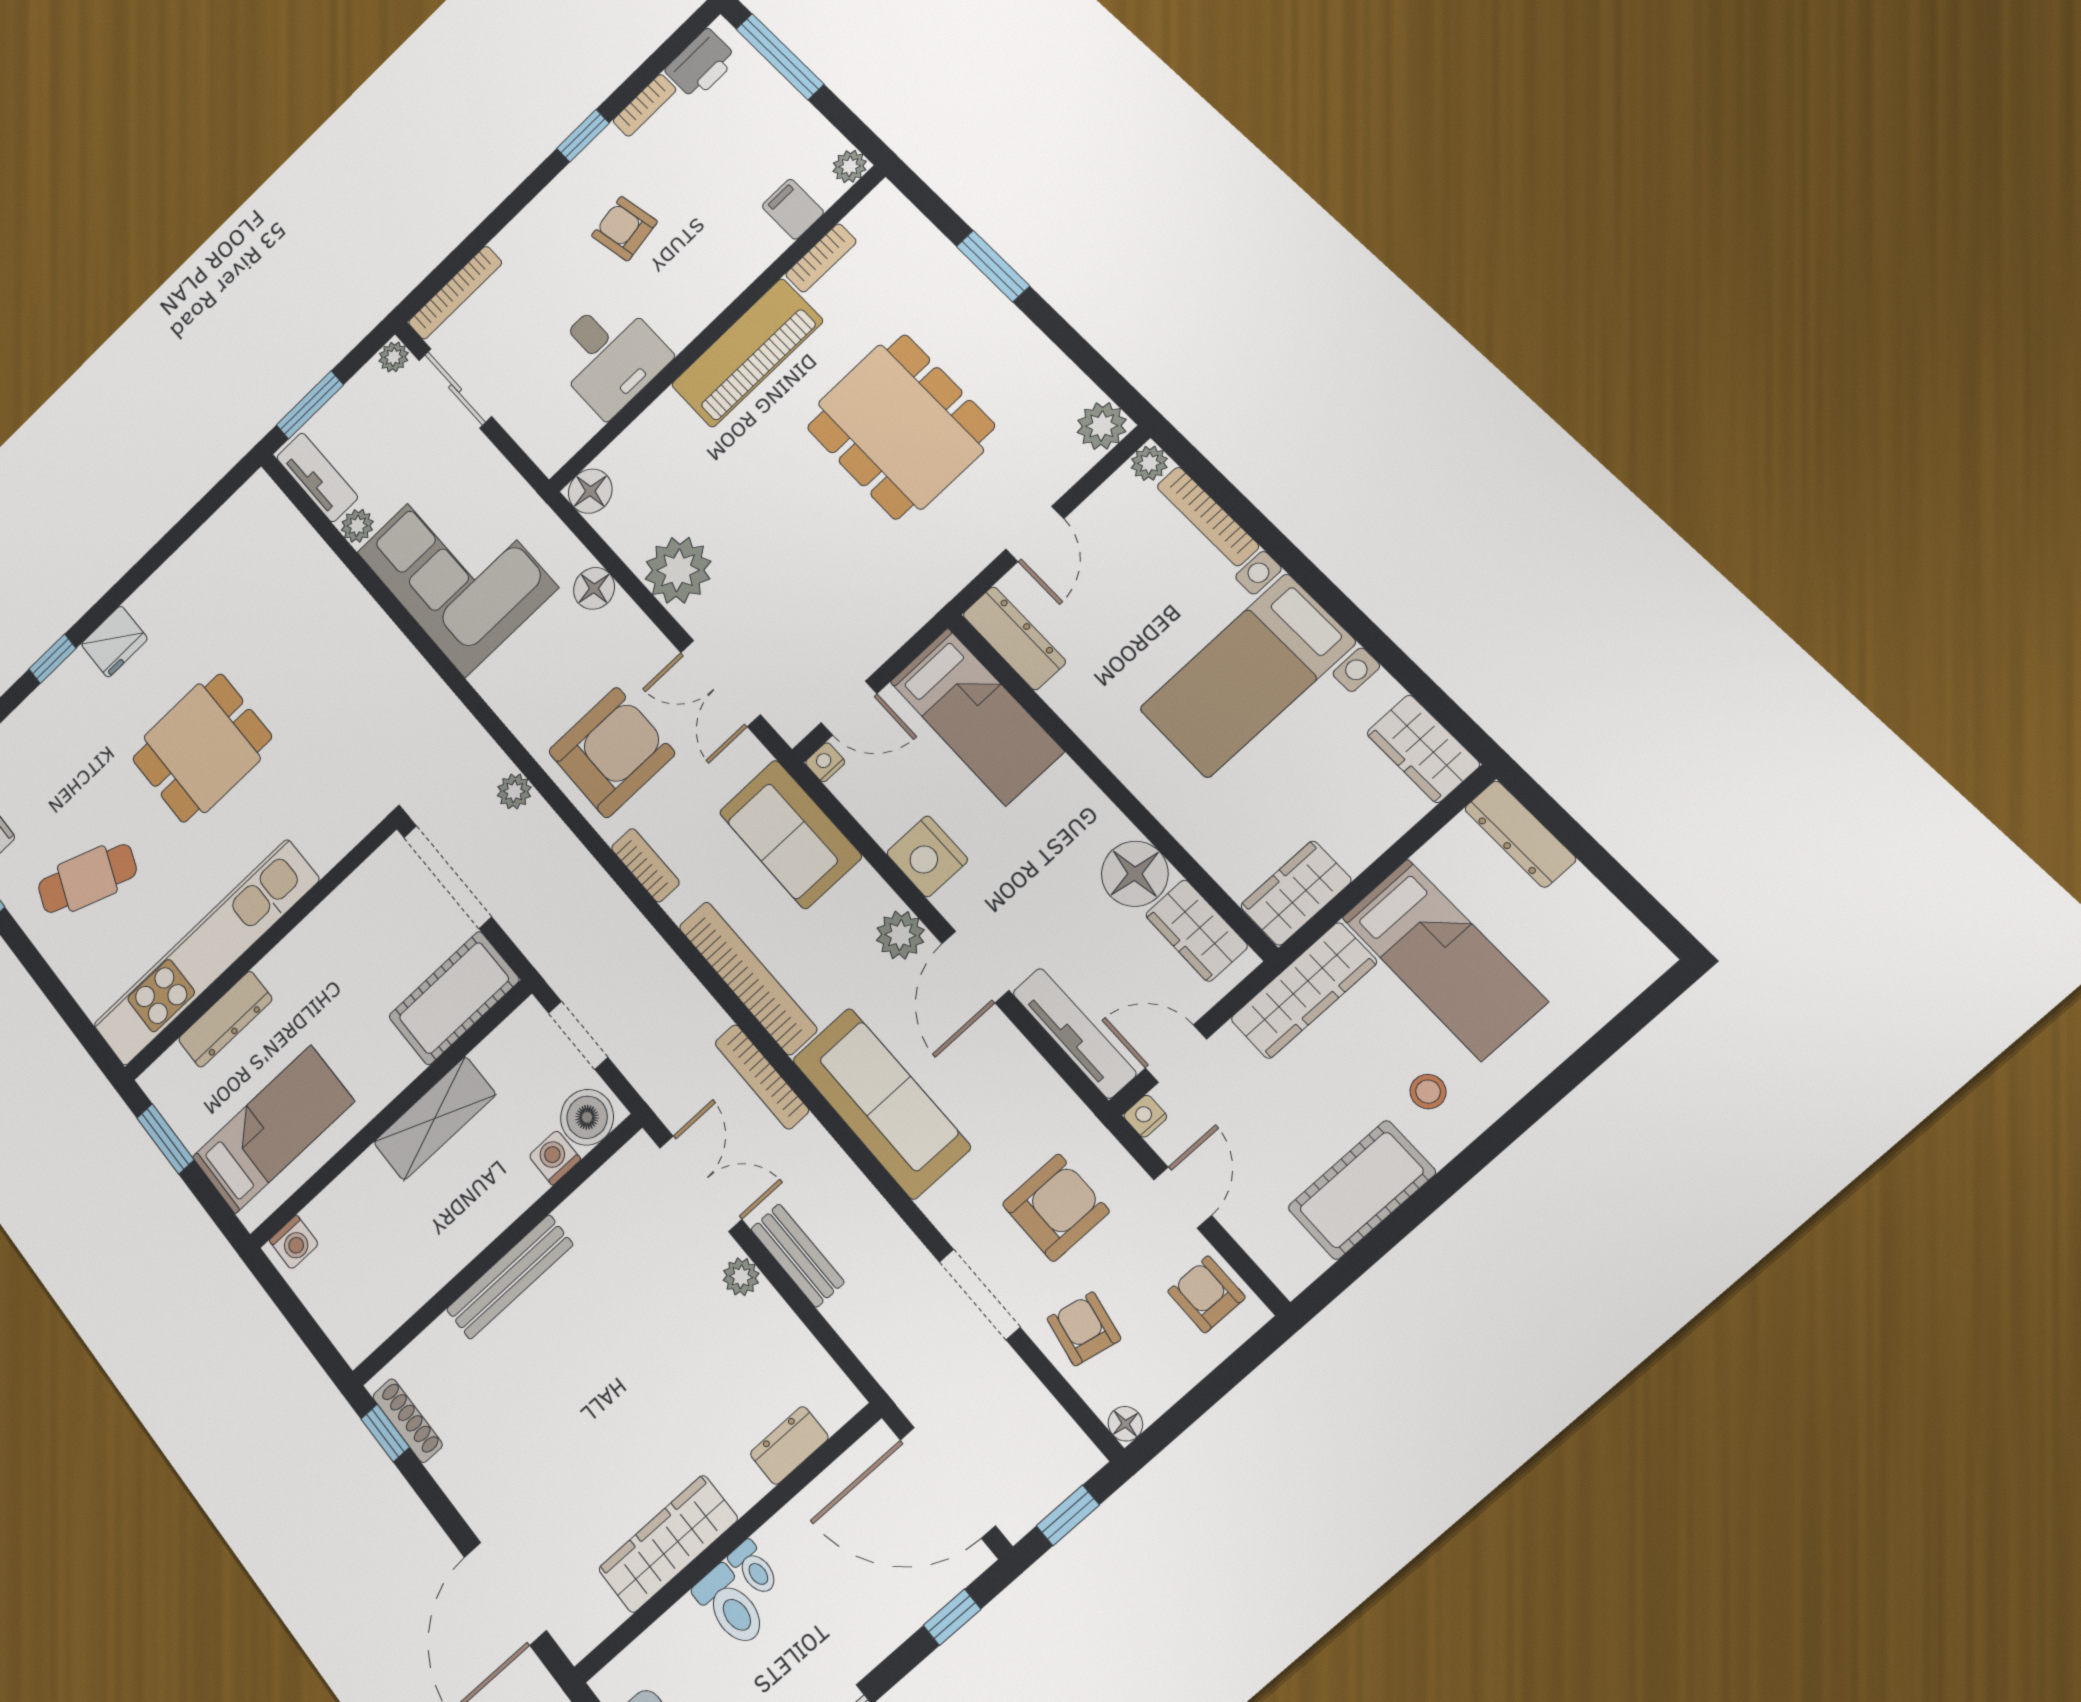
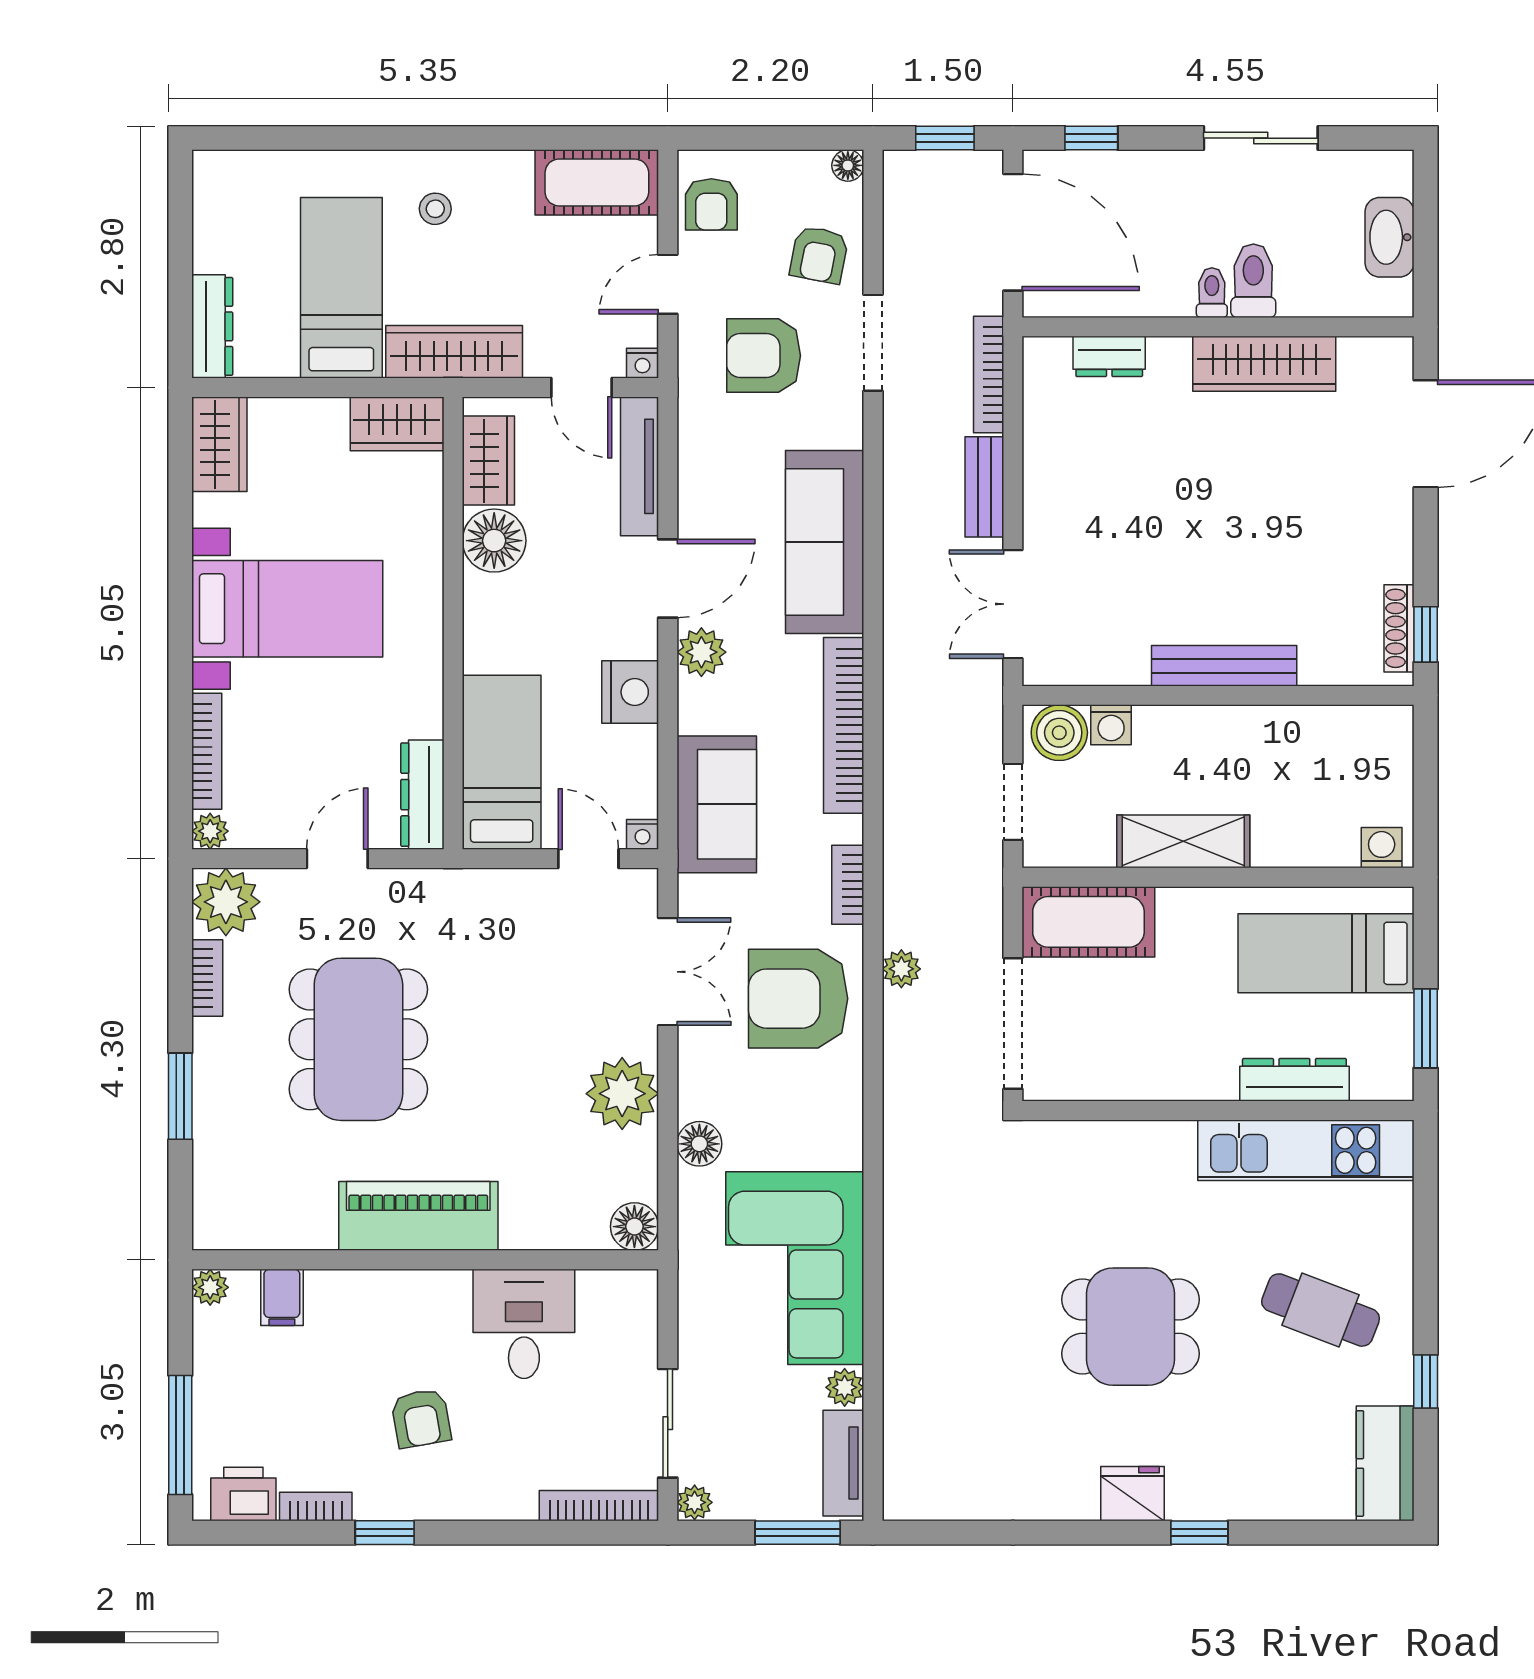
bookcase: (821, 258) -> (207, 978), moved, turned 90
plant: (1102, 426) -> (226, 902), width x1.36, depth x1.36
plant: (514, 791) -> (901, 969), moved
kitchen unit: (206, 953) -> (1306, 1150), width x0.73
bookcase: (762, 1077) -> (989, 375), moved, turned 180
cot: (1362, 1190) -> (597, 182), moved
plant: (741, 1277) -> (1041, 509), removed

